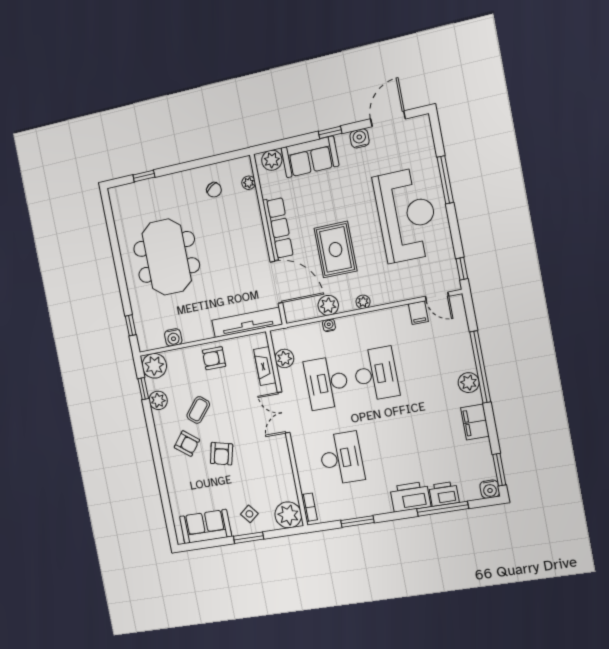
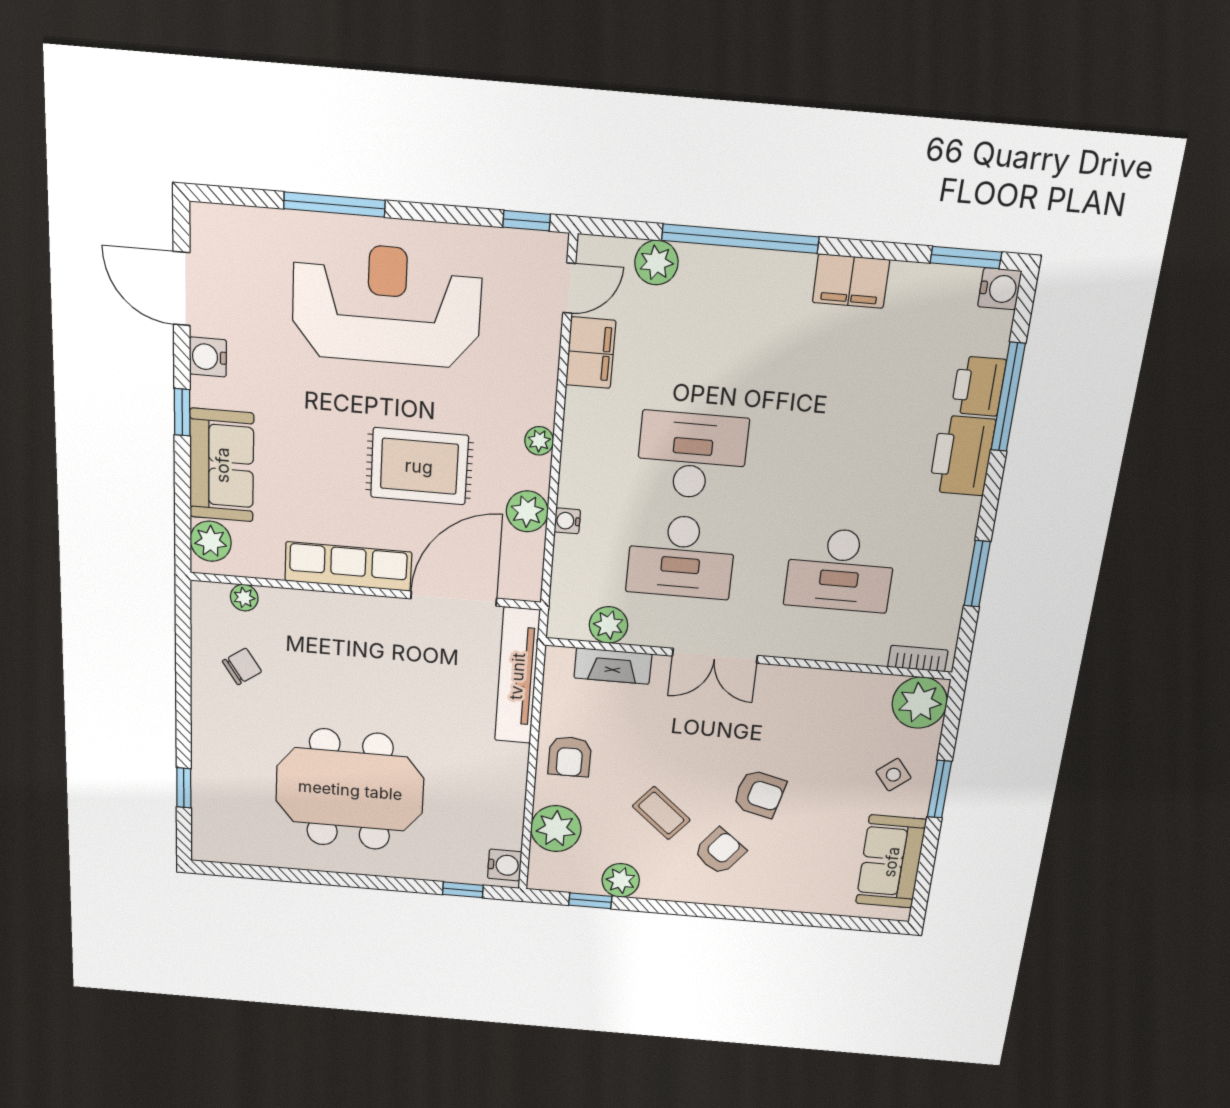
filing cabinet: (418, 313) -> (591, 353), width x2.00
water cooler: (173, 337) -> (505, 865), moved
plant: (154, 366) -> (556, 829), moved
plant: (469, 383) -> (656, 263), moved
desk: (341, 458) -> (840, 570), turned 180

